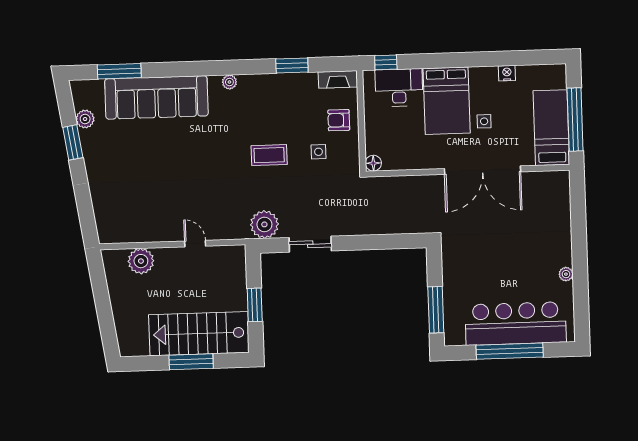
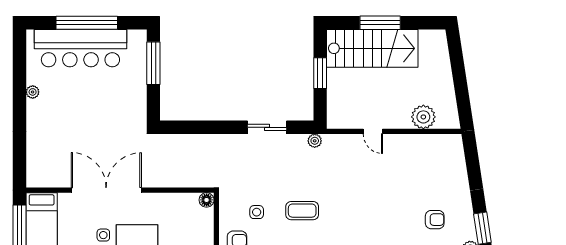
armchair: (125, 150) -> (435, 220), added
plant: (264, 224) -> (315, 141), width x0.53, depth x0.53

